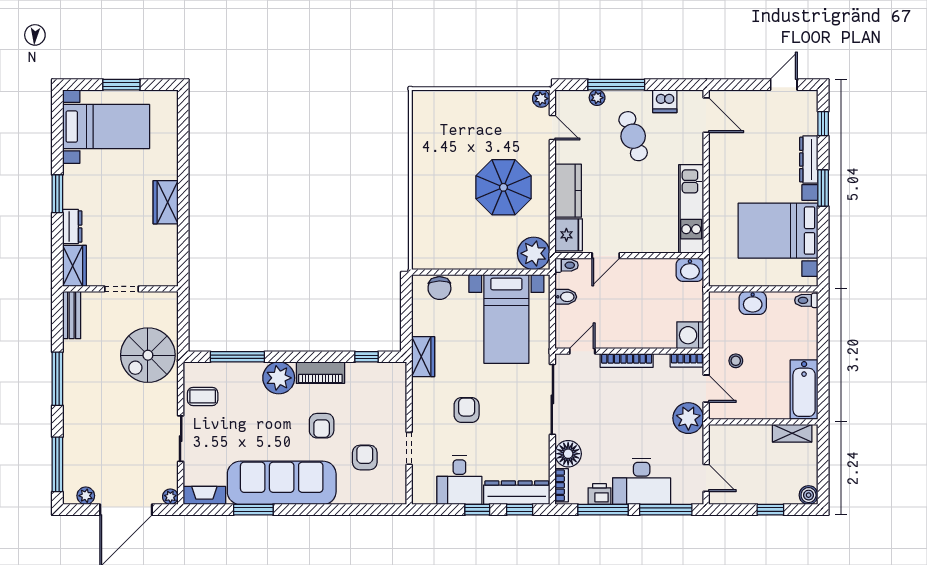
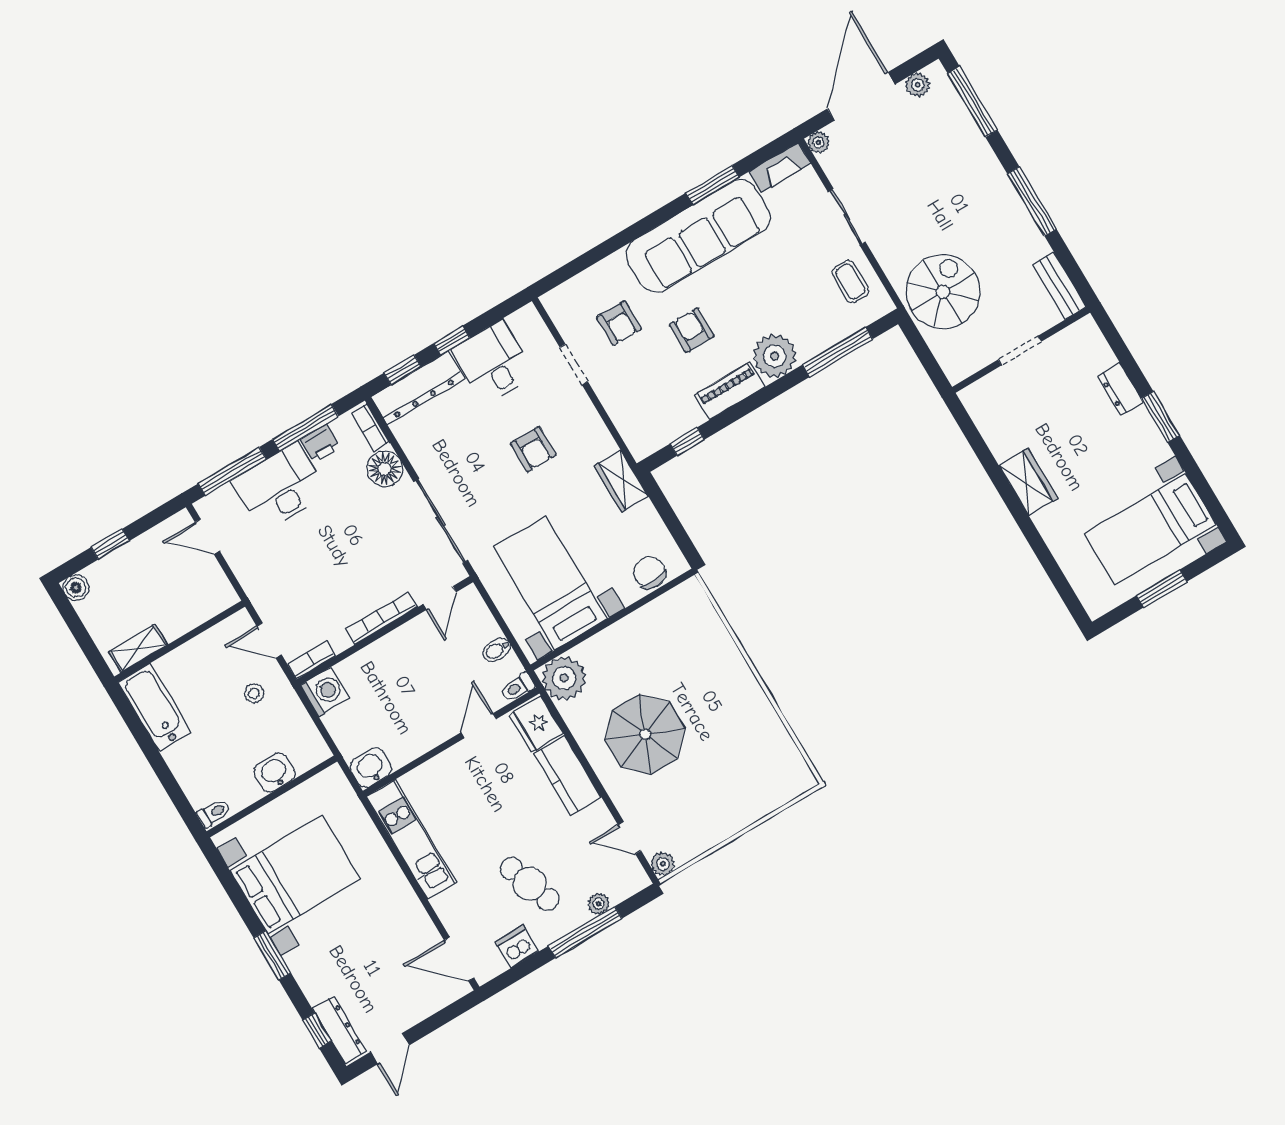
dresser: (809, 160) -> (339, 1030), moved
wardrobe: (74, 266) -> (1090, 345), removed
coffee table: (203, 396) -> (850, 282), turned 90
plant: (688, 418) -> (270, 594), removed

